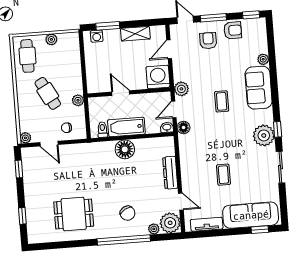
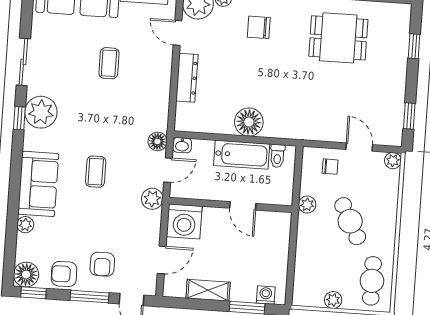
floor lamp: (258, 26) -> (26, 275), added
chair: (128, 213) -> (259, 27), turned -61

